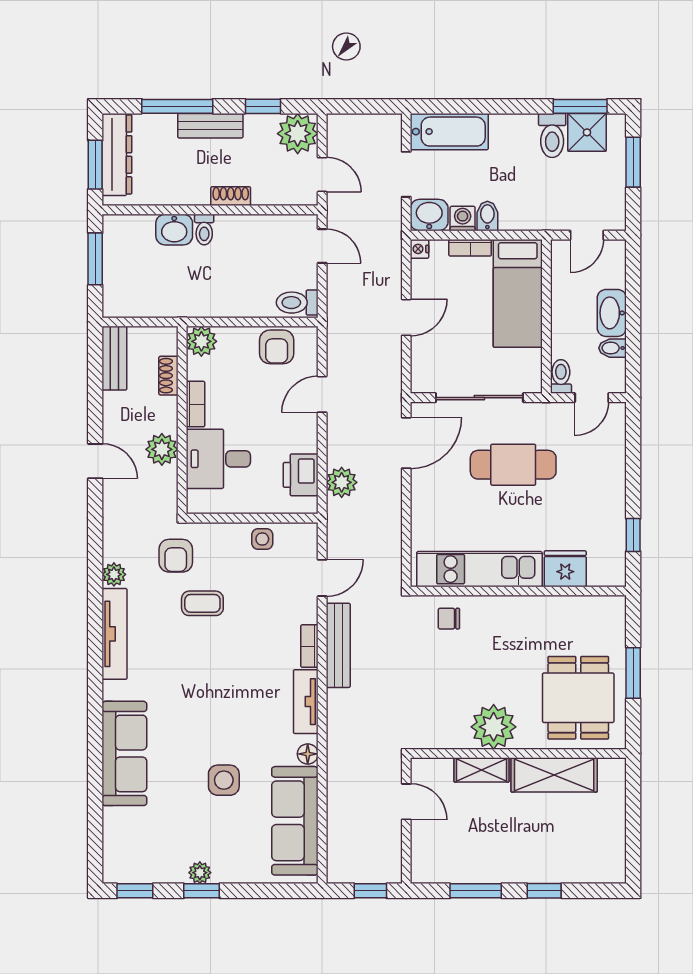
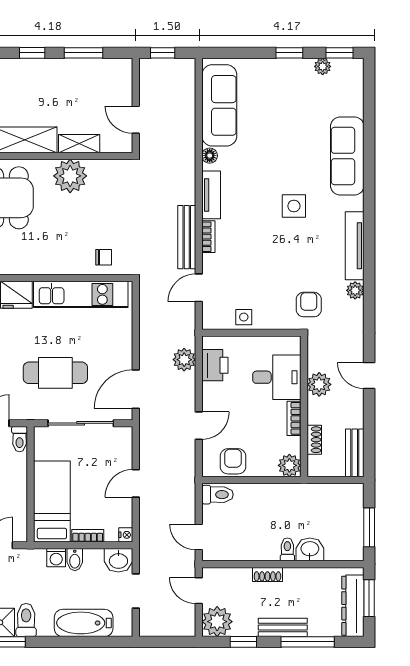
bathtub: (449, 132) -> (84, 623), moved
washing machine: (463, 219) -> (56, 558), moved
coffee table: (202, 603) -> (289, 269), removed
side table: (224, 780) -> (294, 206), moved
plant: (200, 873) -> (323, 66), moved

